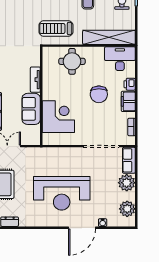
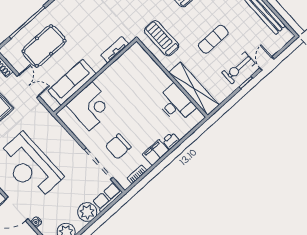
desk: (120, 59) -> (176, 104), moved
round table: (72, 61) -> (146, 76), removed
tv unit: (35, 80) -> (115, 50), moved
chair: (99, 94) -> (118, 147), moved
sofa: (31, 109) -> (72, 82), width x1.36

